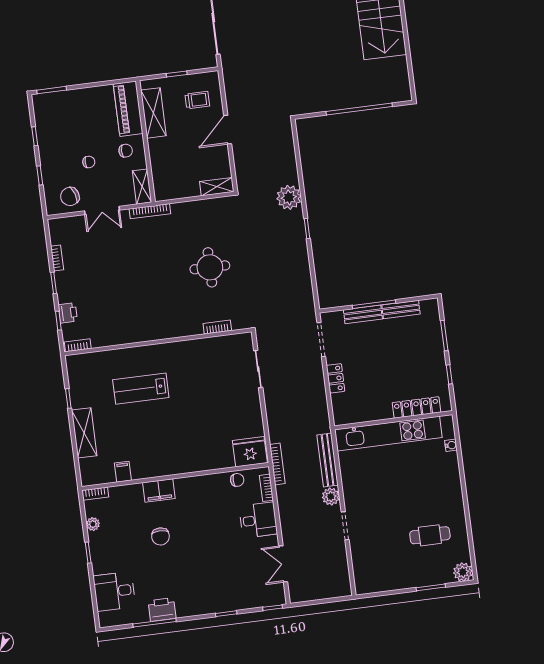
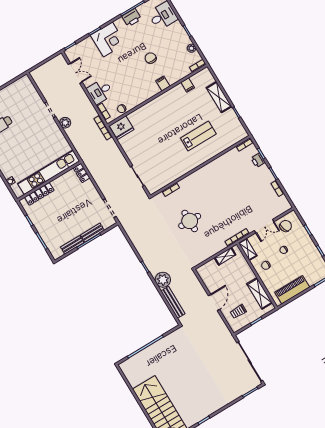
piano: (128, 109) -> (292, 290), moved, turned -90
shelving: (217, 187) -> (225, 256), moved
double door: (102, 210) -> (264, 226), swing flipped
locker: (335, 378) -> (82, 173), moved
bench: (328, 460) -> (173, 302), moved
filing cabinet: (159, 490) -> (163, 83), width x0.50
corner desk: (212, 592) -> (108, 39), added

